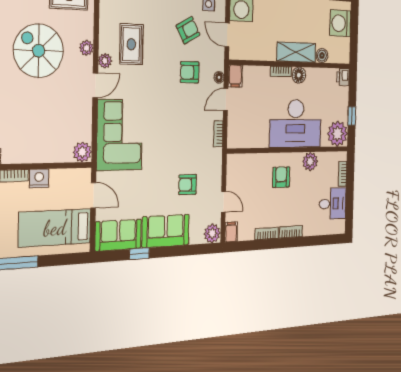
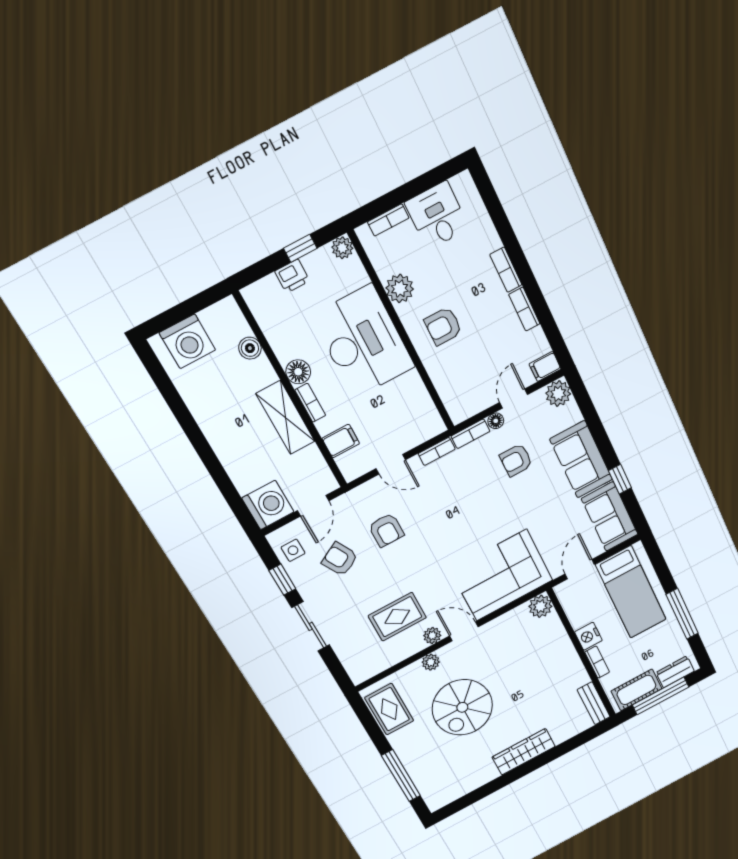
shelving: (296, 52) -> (286, 418), moved
filing cabinet: (235, 76) -> (341, 441), moved
floor lamp: (219, 77) -> (496, 421), moved
printer: (343, 77) -> (292, 276), moved
plant: (338, 134) -> (342, 248), width x0.53, depth x0.53
bookcase: (218, 162) -> (470, 434), added
armchair: (188, 185) -> (516, 460), turned 90

